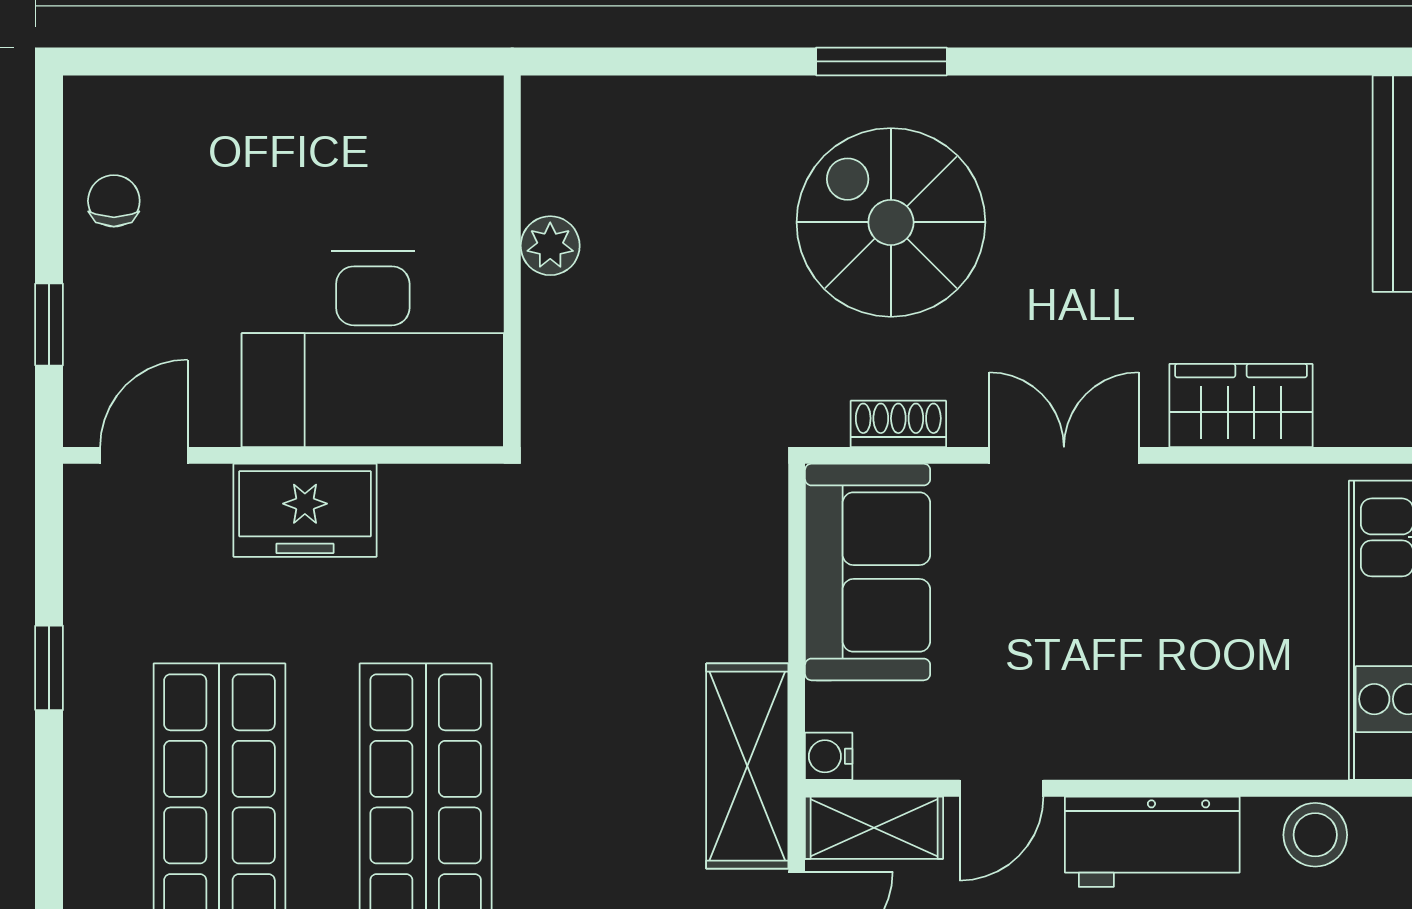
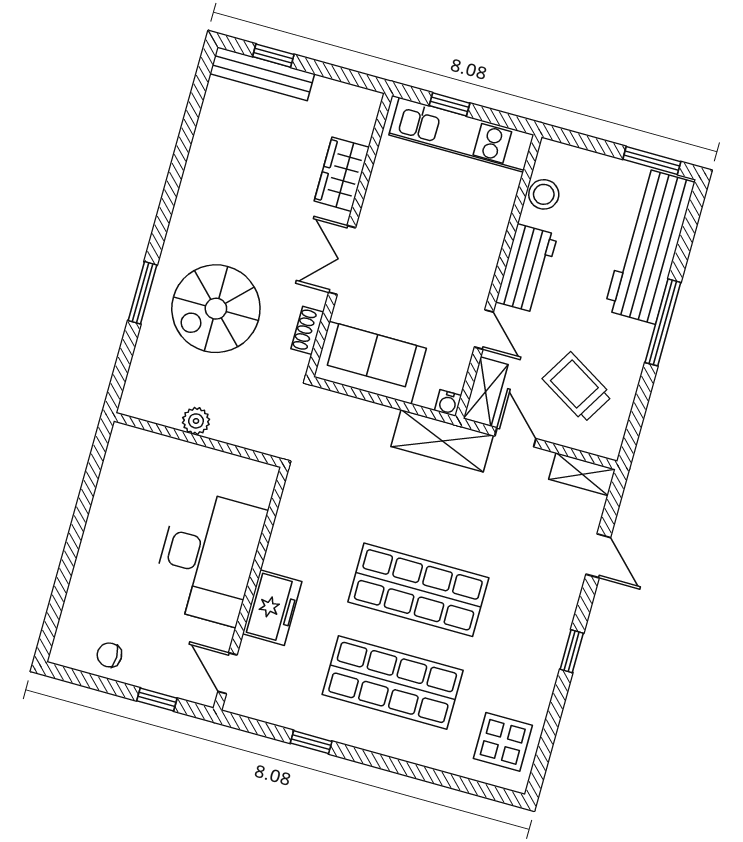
plant: (550, 246) -> (196, 421), moved
wall: (512, 261) -> (198, 440), moved

